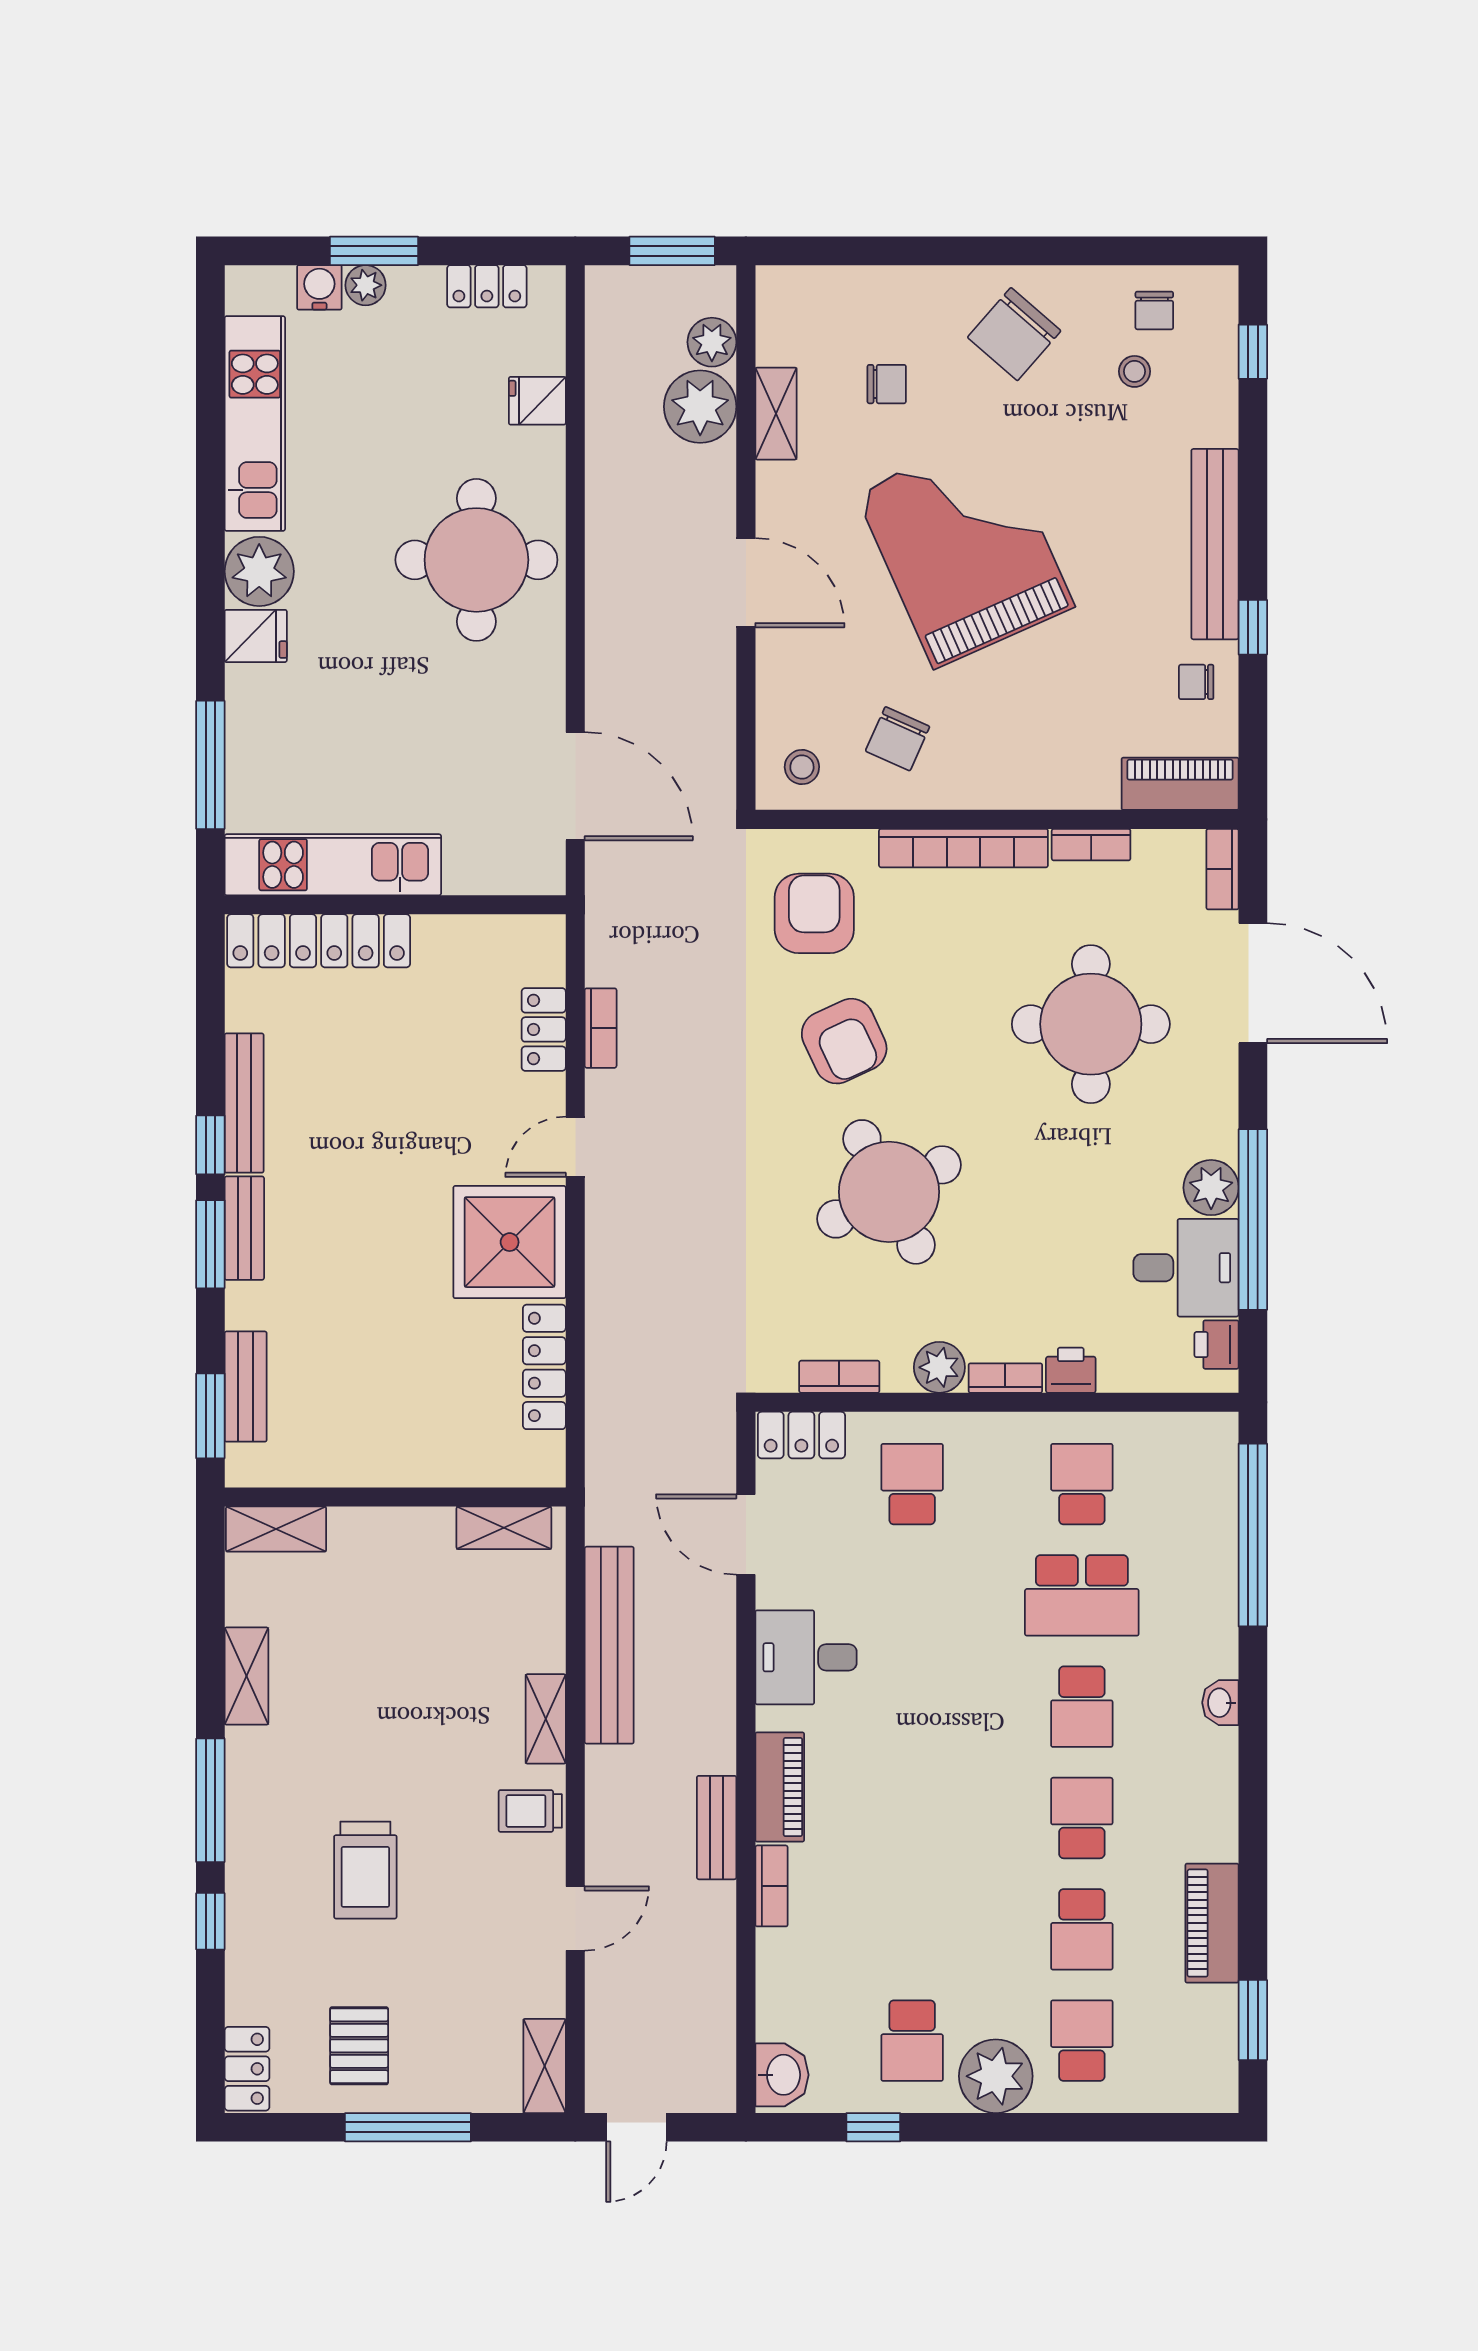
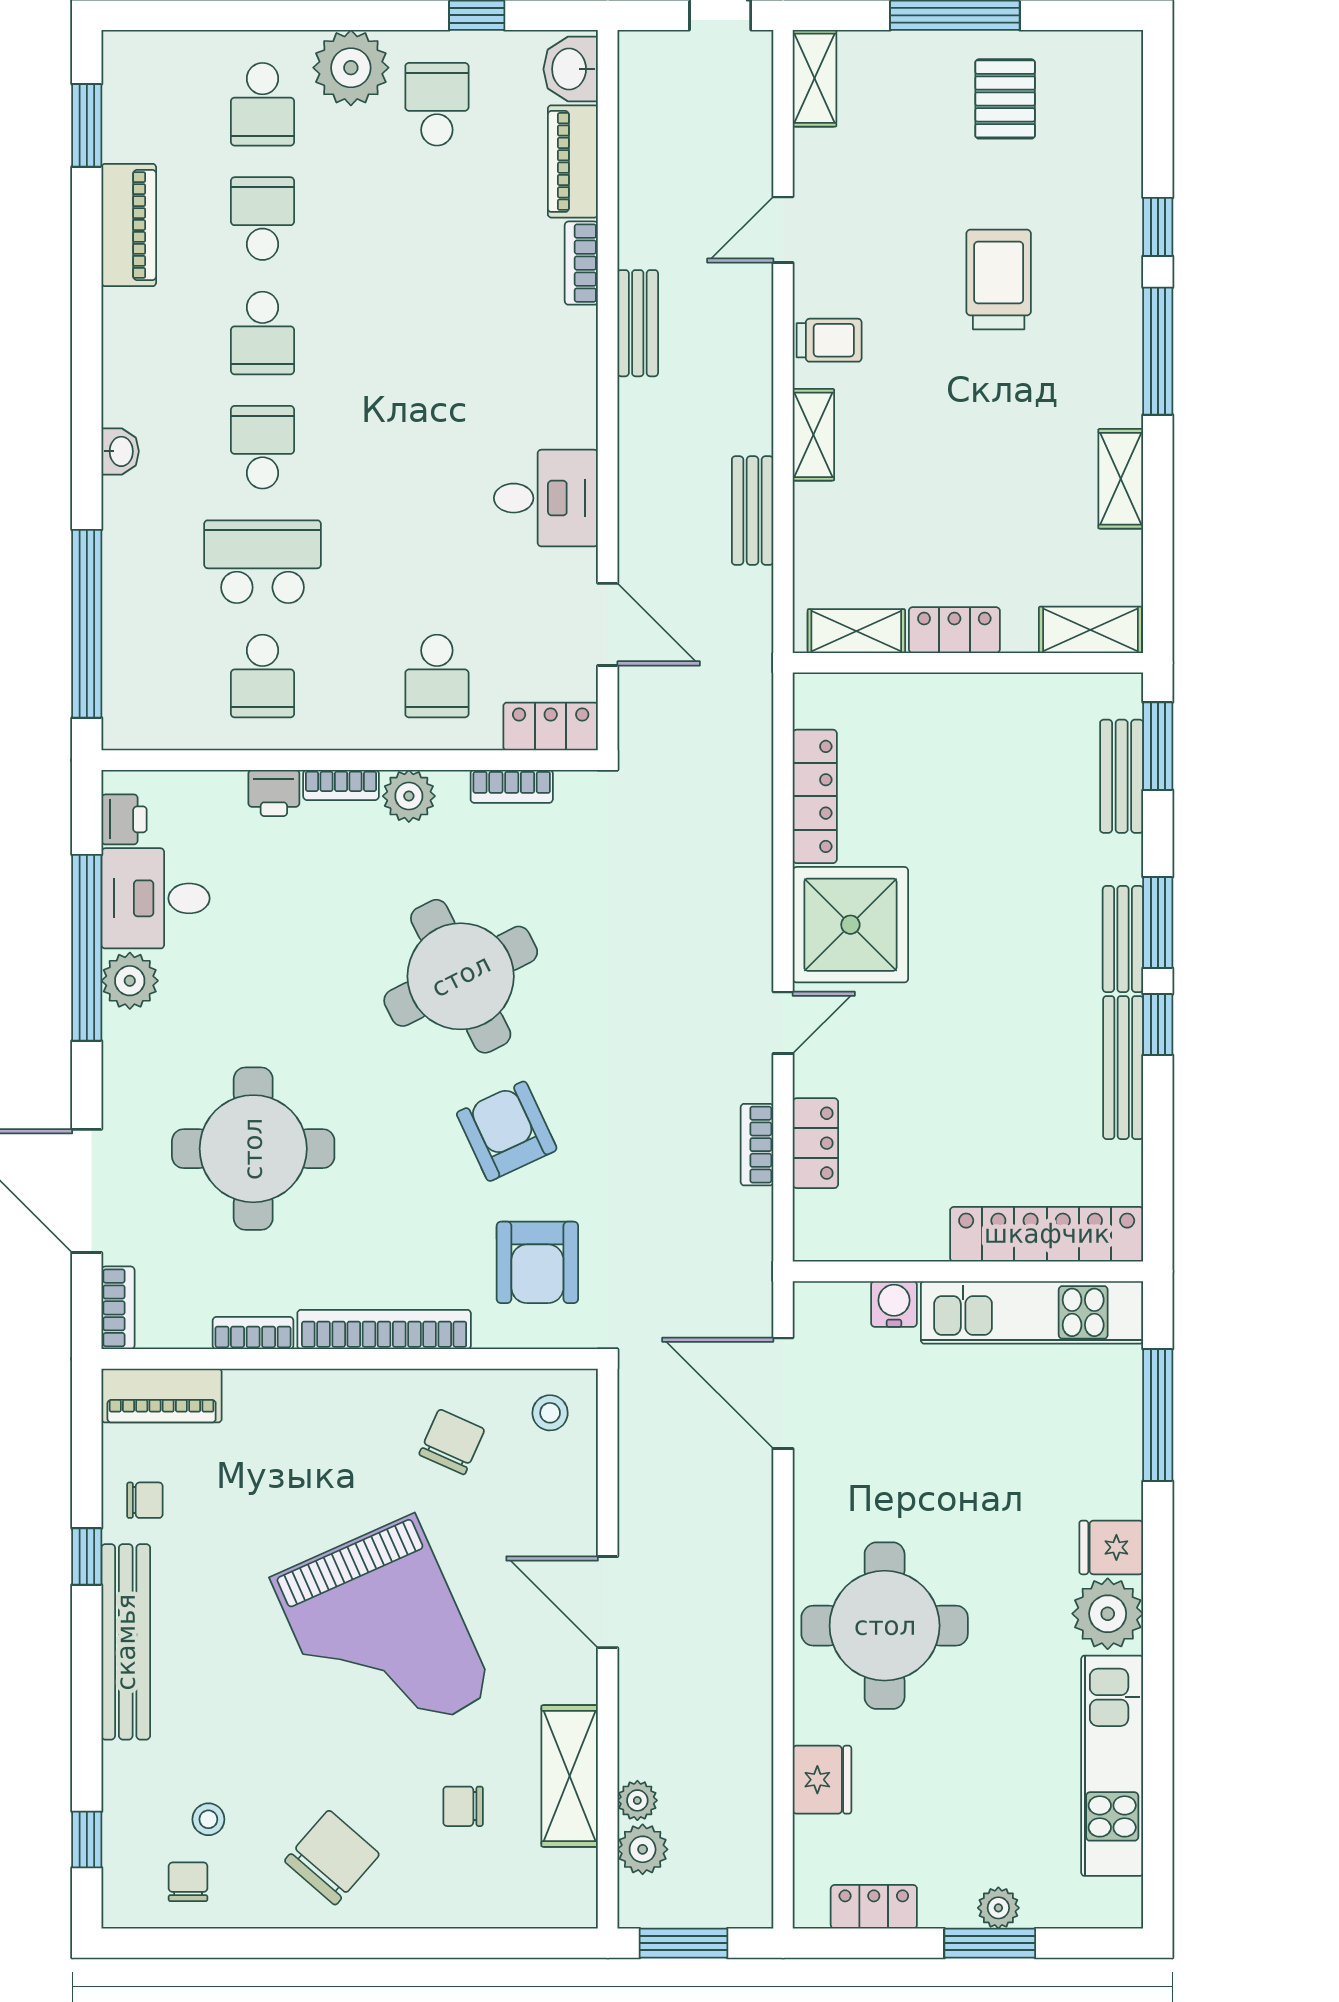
water cooler: (319, 287) -> (894, 1304), moved, turned 180
fridge: (537, 401) -> (822, 1780), width x1.38
plant: (700, 407) -> (637, 1800), width x0.53, depth x0.53
shelving: (776, 414) -> (570, 1776), width x1.50, depth x1.33
bench: (609, 1645) -> (753, 511), width x0.54, depth x0.82
piano: (780, 1787) -> (573, 161), moved
locker: (247, 2069) -> (954, 630), moved, turned 90

